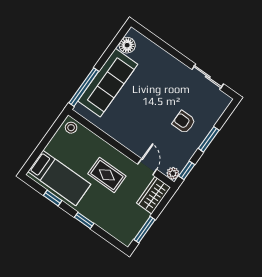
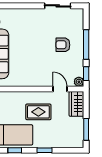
window: (209, 139) -> (86, 45), width x1.44

